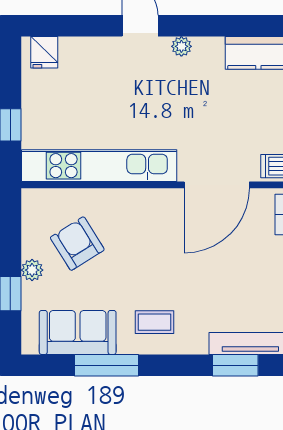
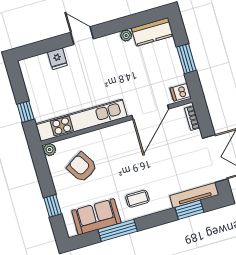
plant: (181, 46) -> (126, 36), moved
fridge: (44, 52) -> (57, 59), moved
plant: (32, 270) -> (50, 150), moved

